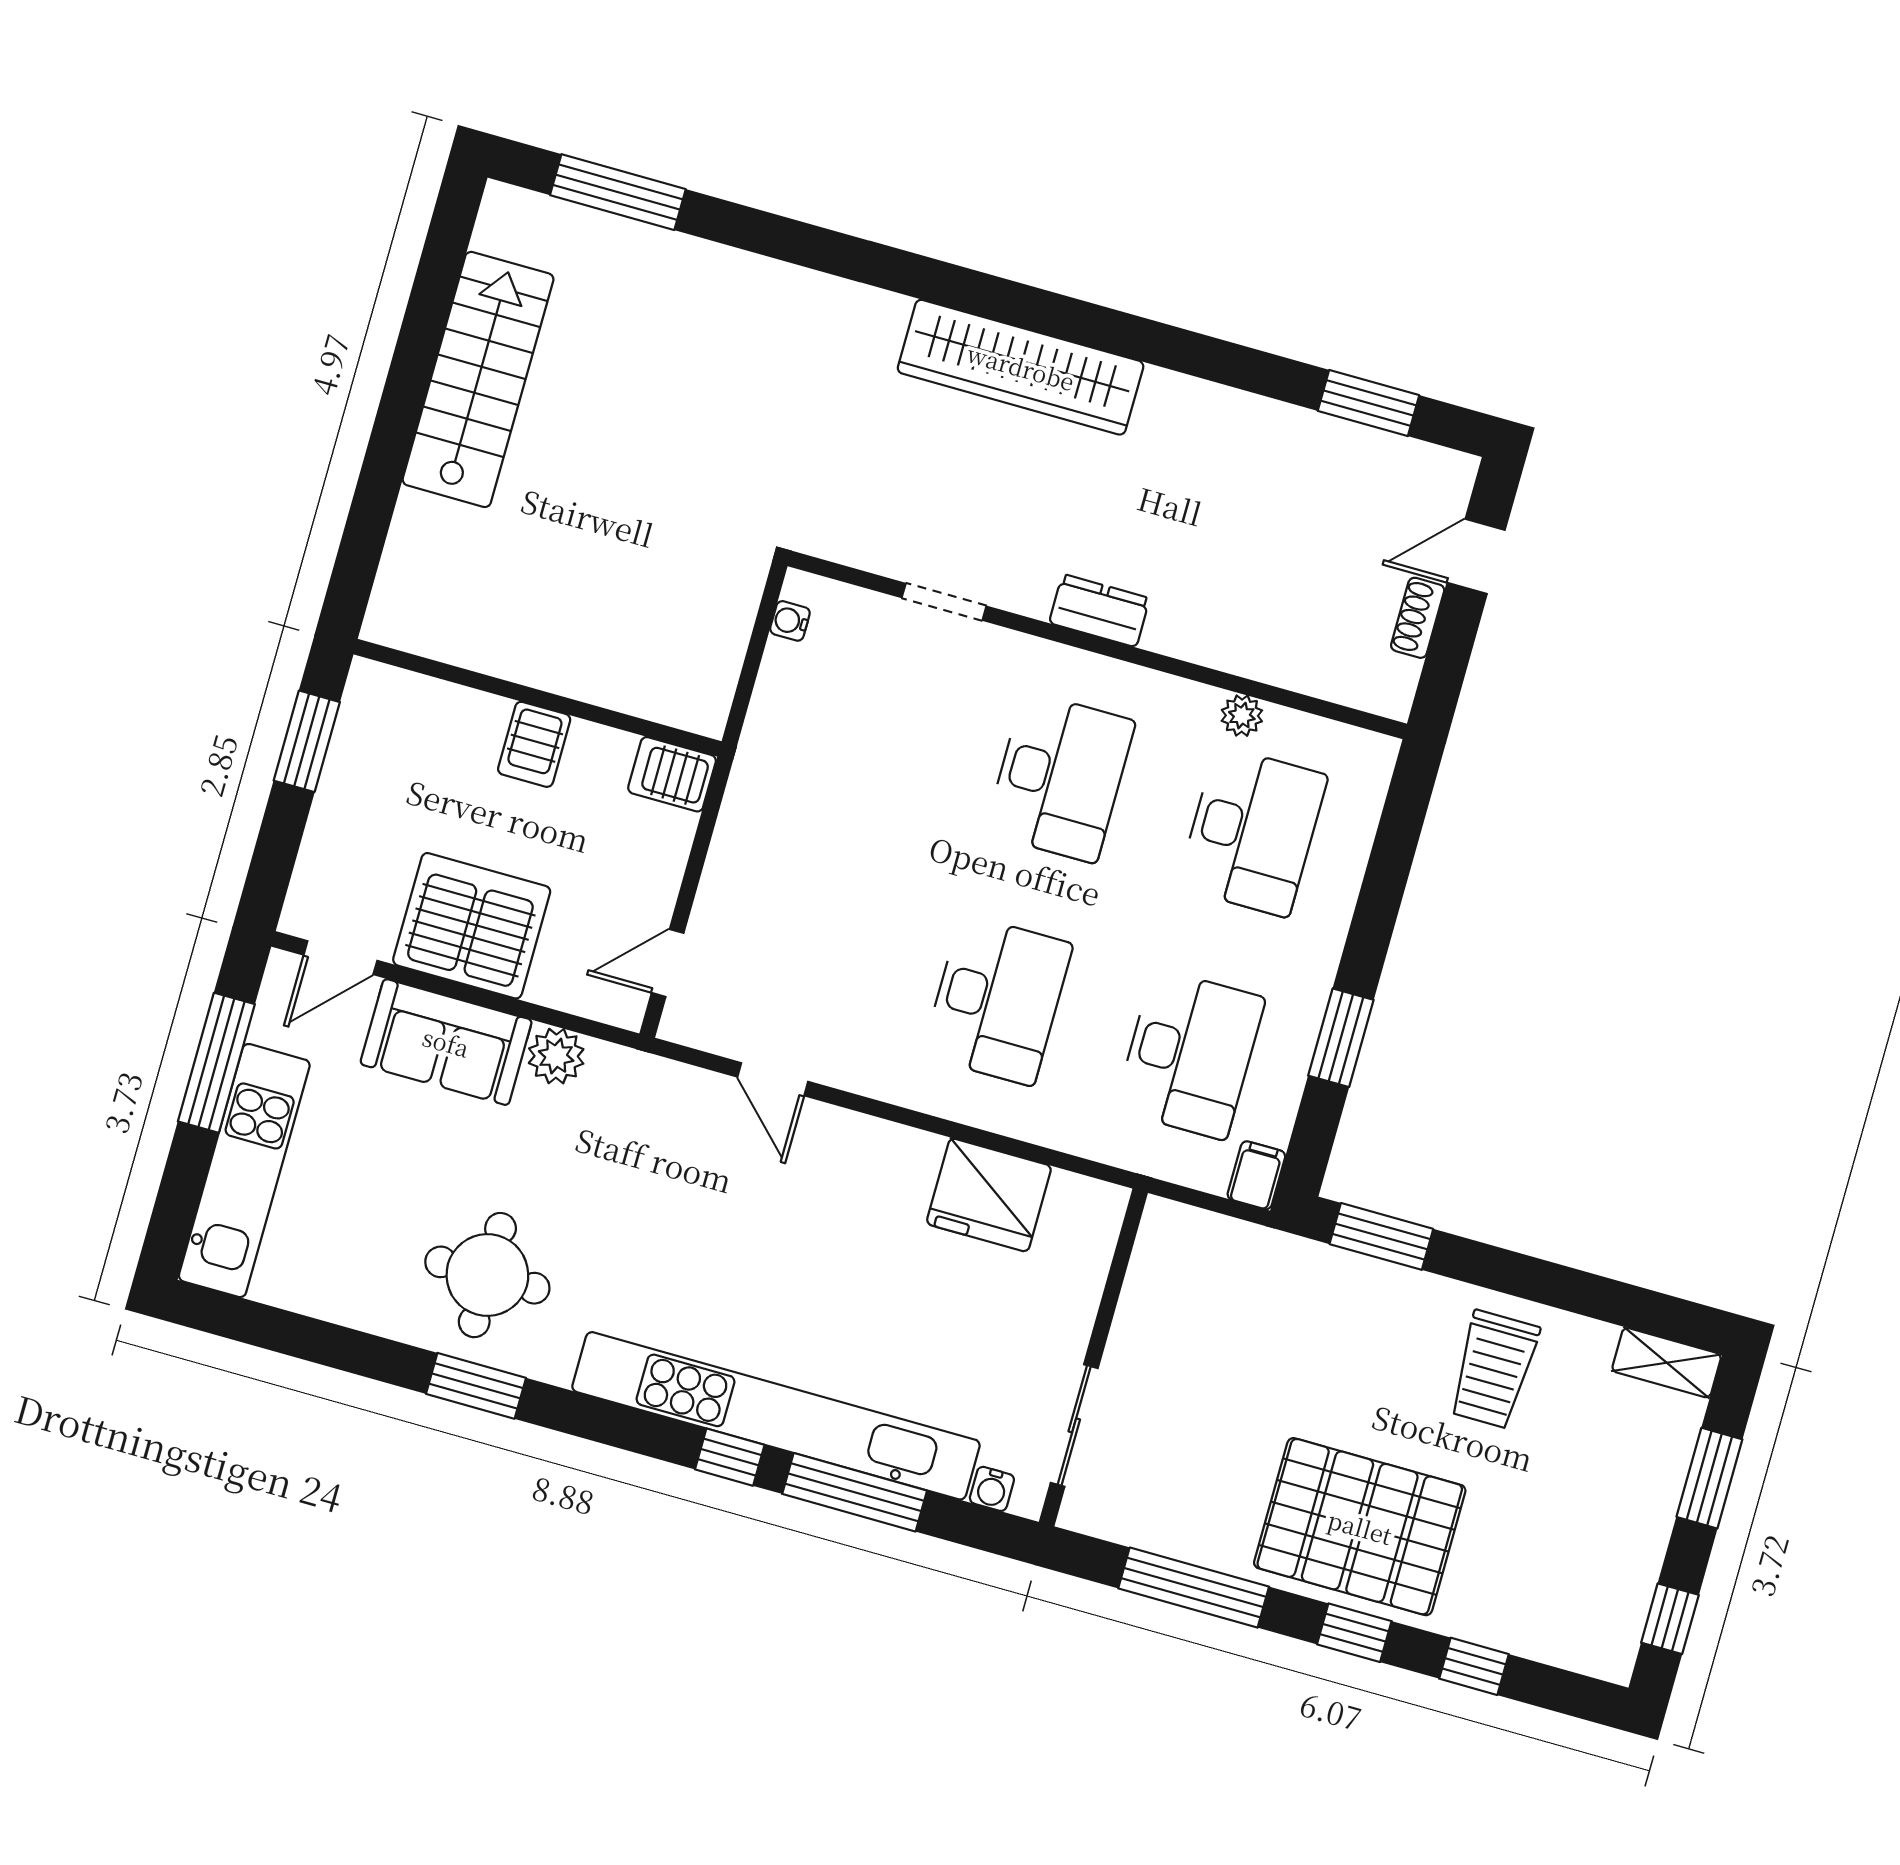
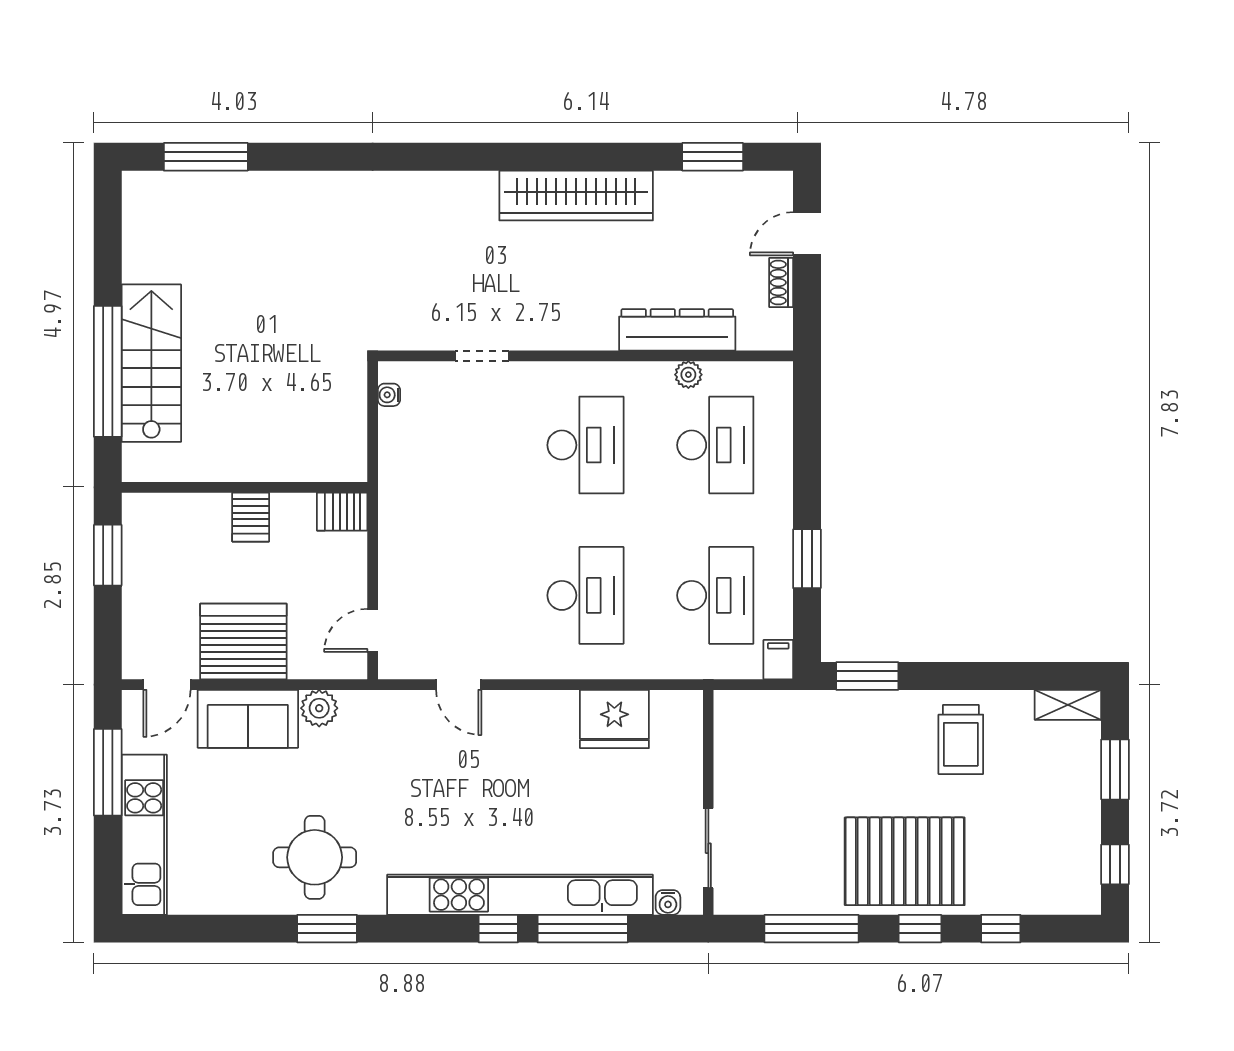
wardrobe: (1021, 367) -> (576, 196), moved
stairs: (478, 379) -> (151, 363), moved
window: (383, 469) -> (108, 371), added
dresser: (1099, 611) -> (677, 330), moved, width x1.96, depth x1.24

